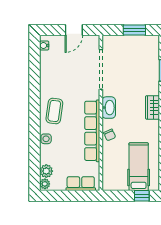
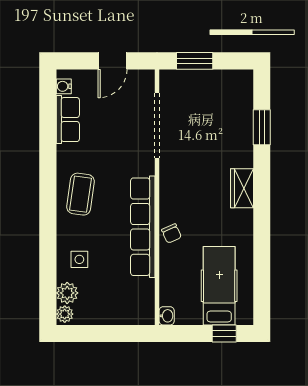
window: (134, 30) -> (195, 61), moved
washbasin: (109, 108) -> (167, 316), moved, width x0.52, depth x0.69
side table: (46, 139) -> (79, 259), moved
row of seats: (81, 184) -> (68, 120), moved, turned 90

